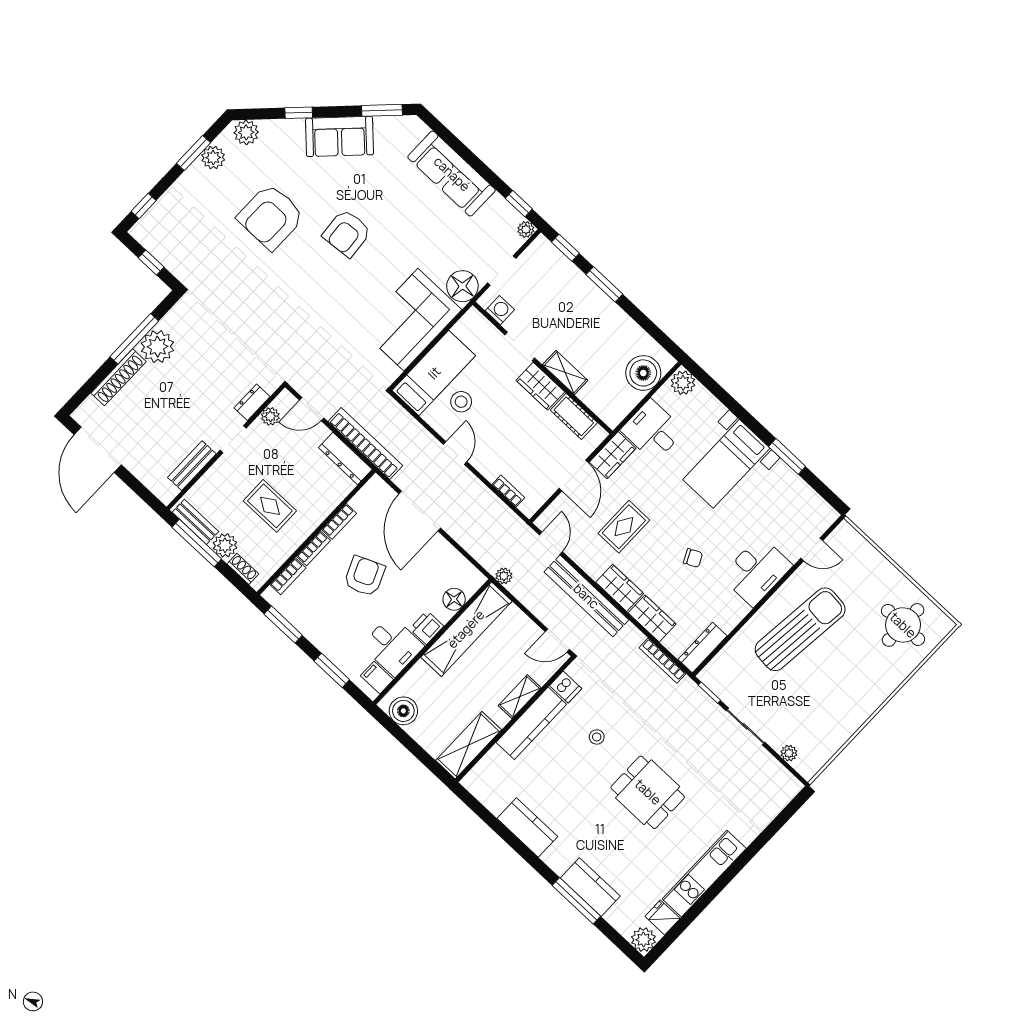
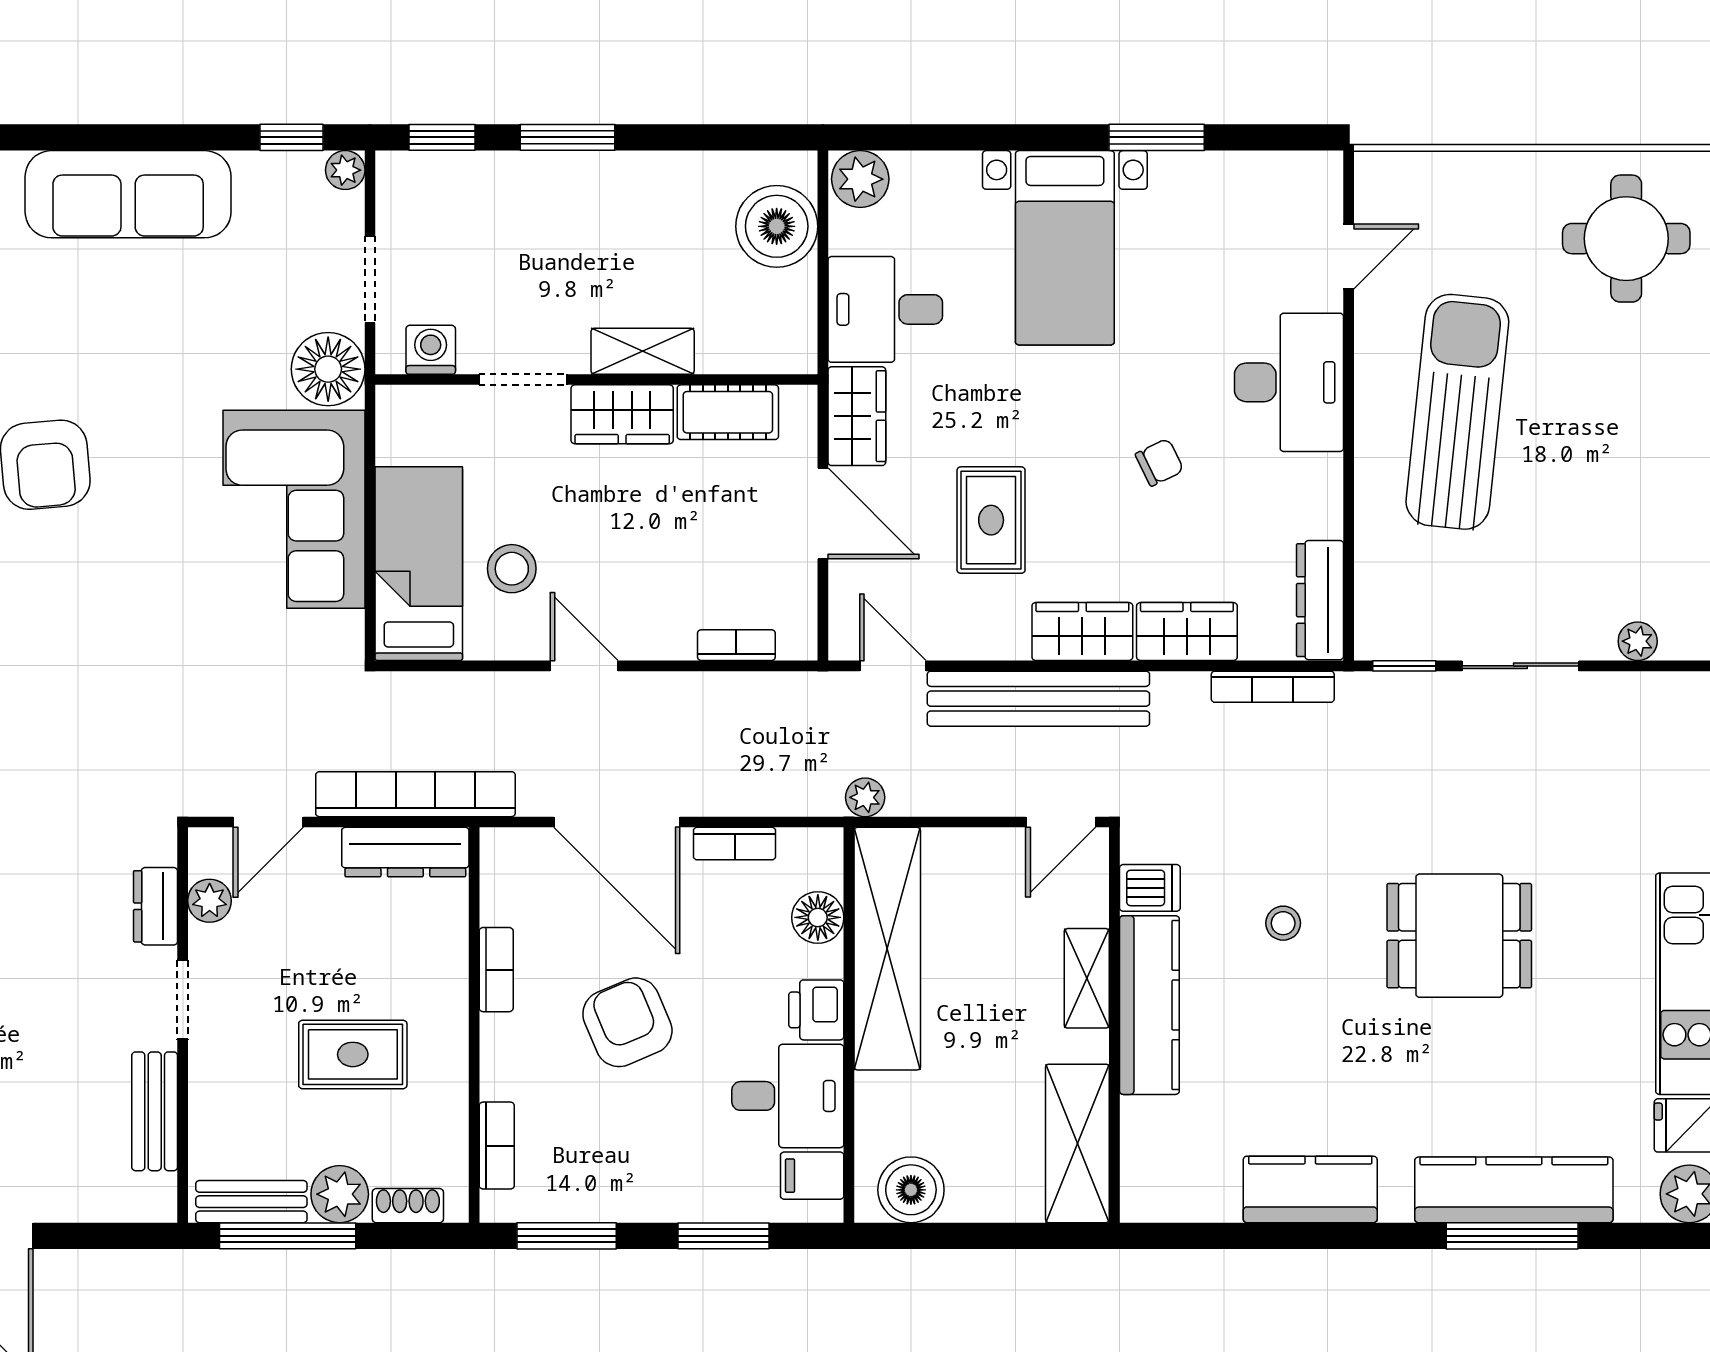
bookcase: (313, 548) -> (735, 844), moved, turned 90
kitchen counter: (590, 887) -> (1514, 1190), width x1.50

